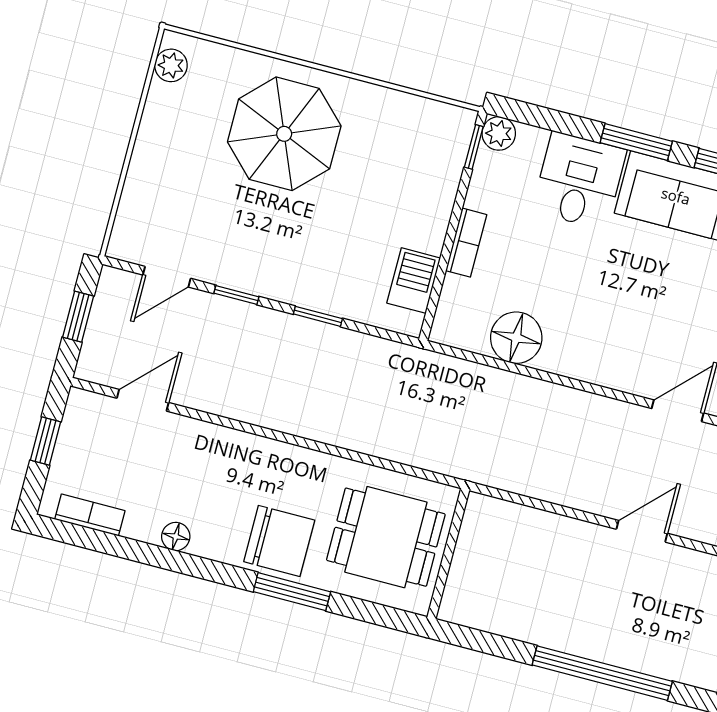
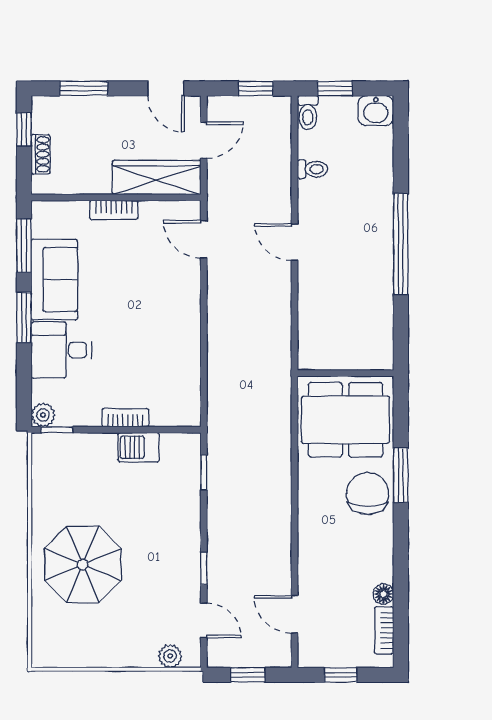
plant: (171, 65) -> (170, 656), moved
barbecue: (414, 281) -> (138, 447), moved
window: (318, 316) -> (204, 472), moved
floor lamp: (516, 338) -> (182, 365), removed
floor lamp: (176, 536) -> (383, 594), moved
dining table: (386, 537) -> (345, 420), width x1.37

